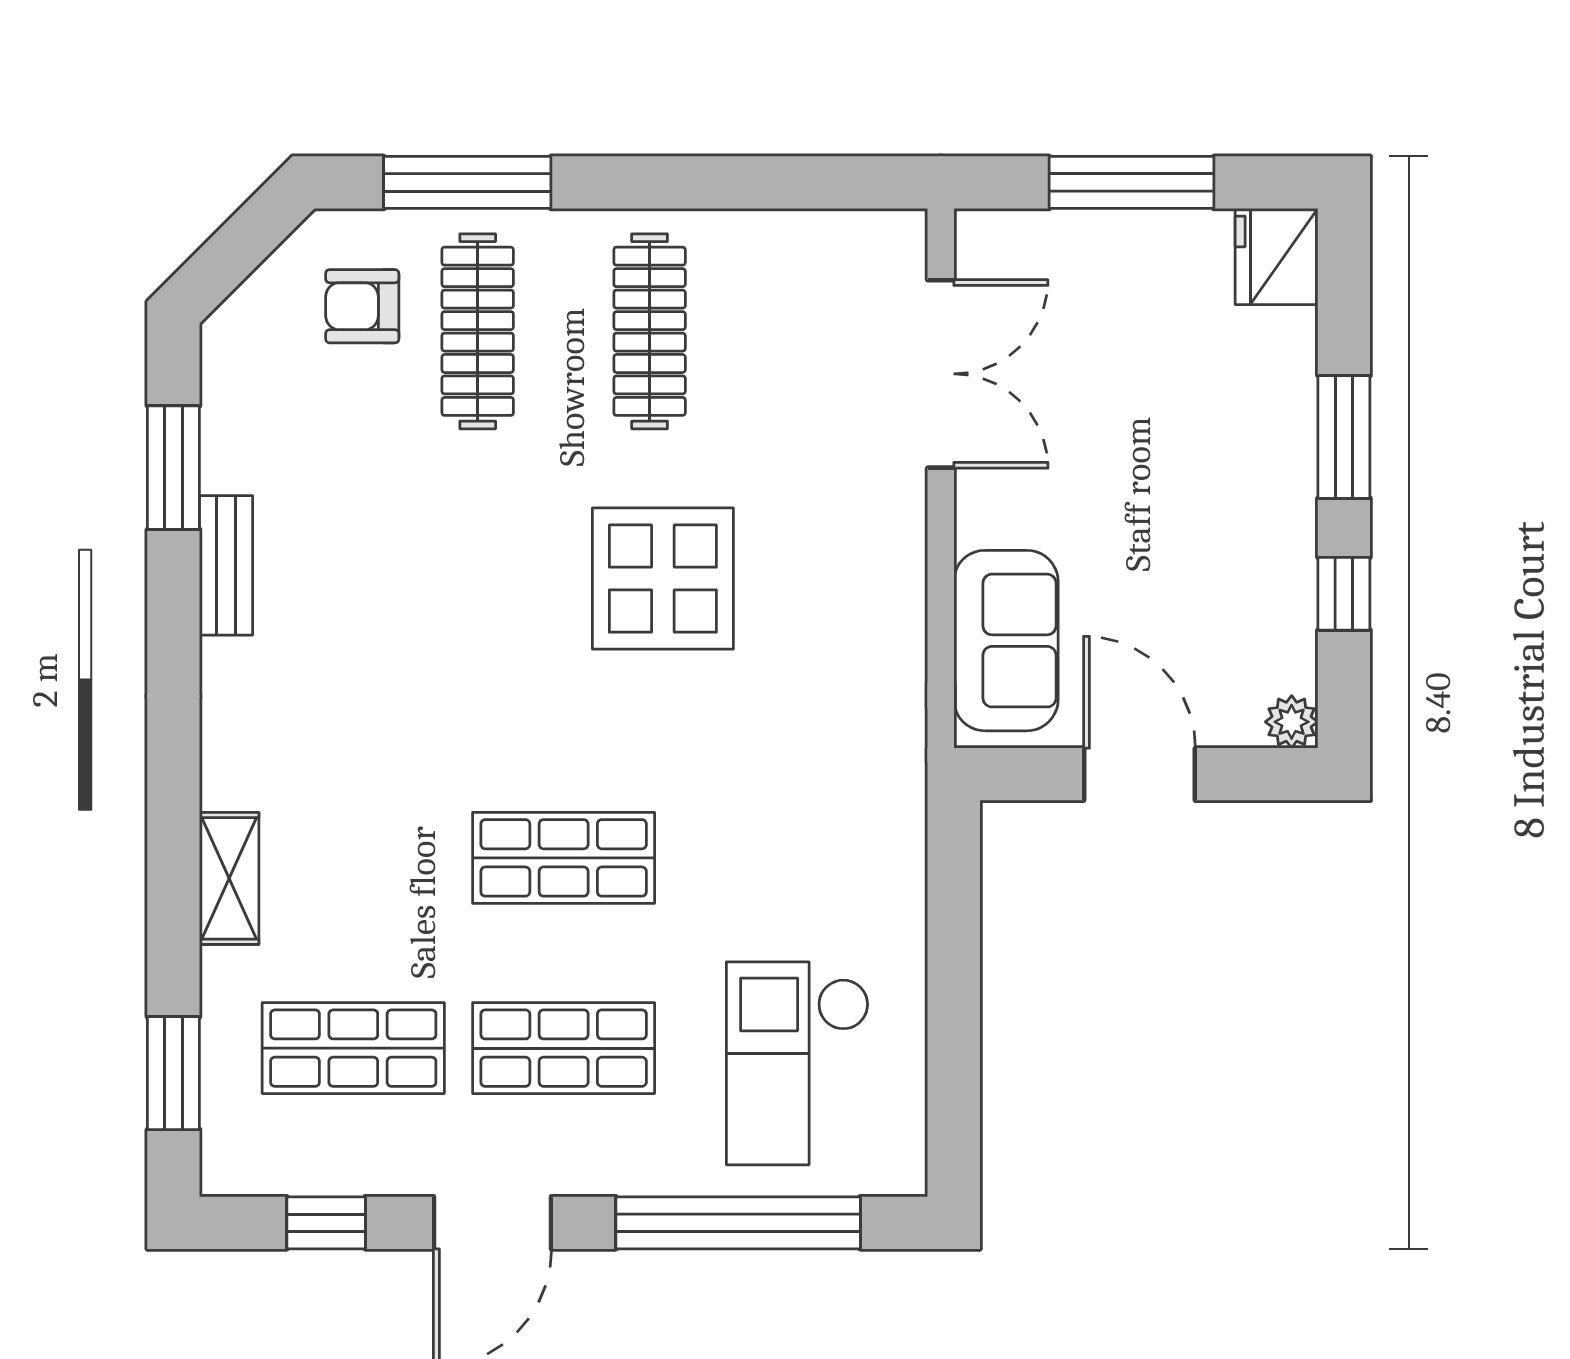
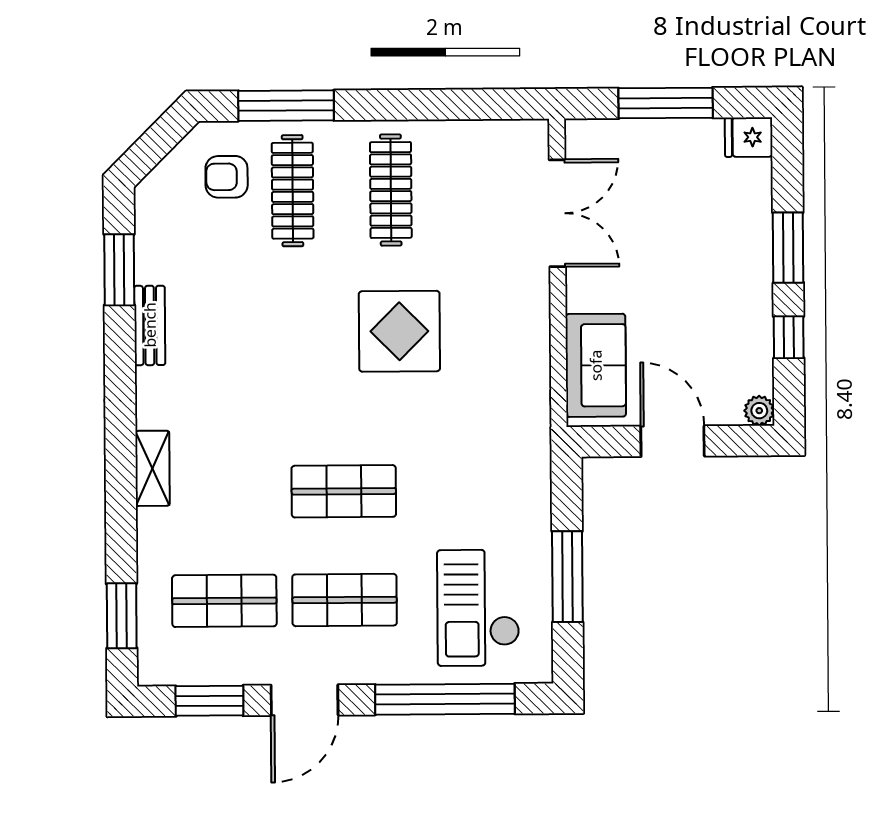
fridge: (1277, 256) -> (749, 137), width x0.72
shelving: (229, 878) -> (152, 468), moved
window: (954, 1010) -> (567, 577), added
window: (326, 1223) -> (209, 701), width x1.50

